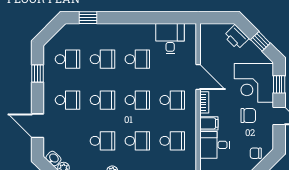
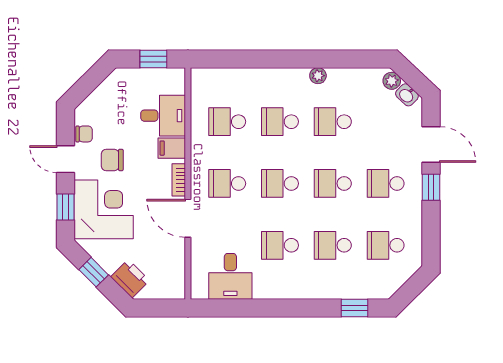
window: (38, 74) -> (431, 187), moved
chair: (256, 153) -> (84, 134), moved

